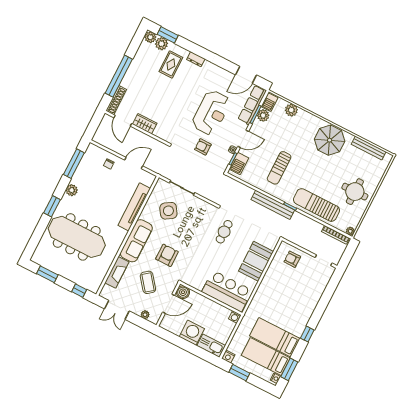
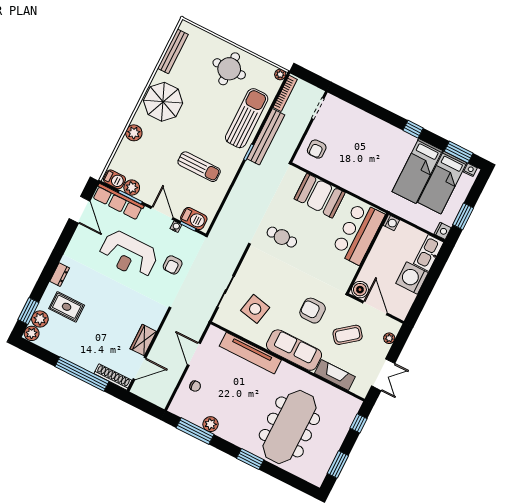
plant: (291, 110) -> (134, 133), moved
reception desk: (211, 113) -> (128, 254), turned 180
plant: (72, 190) -> (210, 424), moved
bench: (273, 205) -> (266, 137), moved
sun lounger: (317, 205) -> (247, 118), turned 180
side table: (168, 211) -> (255, 309), turned 45

